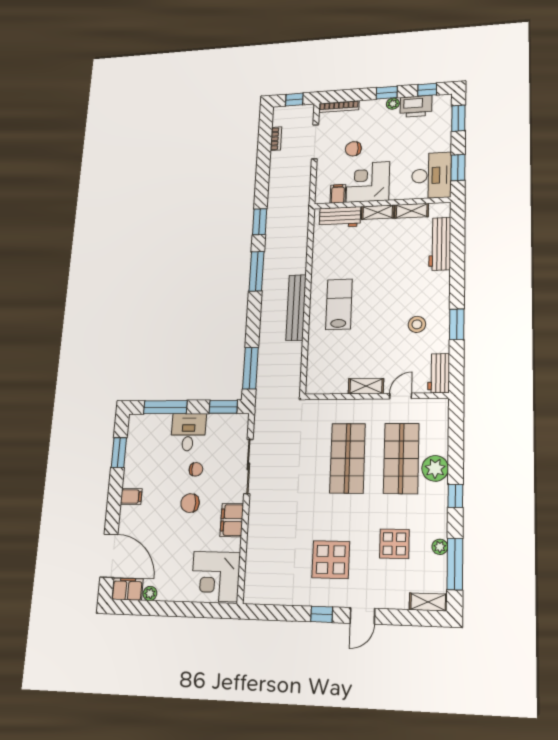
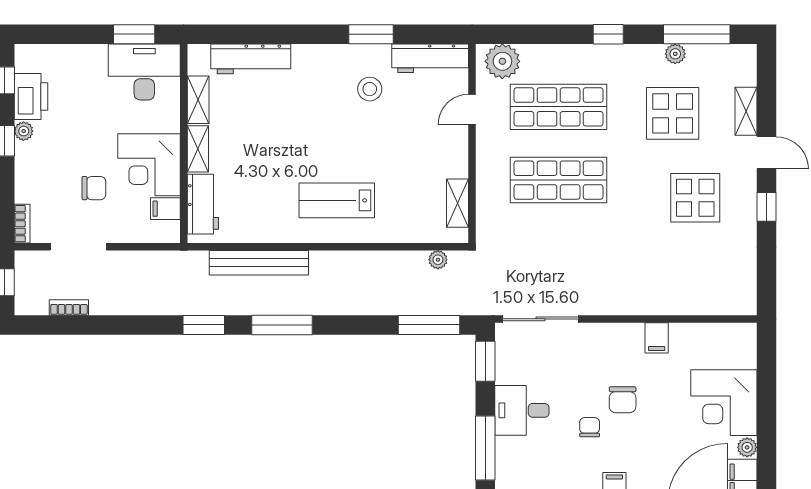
bookcase: (339, 107) -> (22, 224), width x0.64
window: (458, 118) -> (55, 34), removed
chair: (353, 149) -> (94, 188), turned -90
bench: (296, 307) -> (259, 263), moved
plant: (295, 373) -> (438, 260), added
workbench: (439, 373) -> (430, 58), width x1.38
shelving: (366, 386) -> (458, 203), moved
door: (401, 396) -> (472, 110), hinge flipped
sliding door: (248, 466) -> (541, 319), moved
plant: (435, 468) -> (502, 61), moved
chair: (196, 469) -> (590, 427), moved
filing cabinet: (232, 520) -> (657, 338), width x0.50
display table: (394, 544) -> (673, 113), width x1.36, depth x1.36
corner desk: (216, 577) -> (724, 403), moved, turned 90
shelving: (428, 602) -> (746, 111), moved

